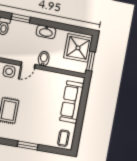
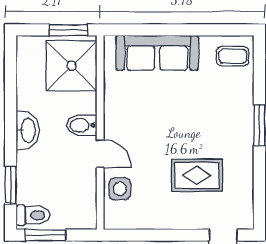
shower: (78, 48) -> (72, 66), moved

